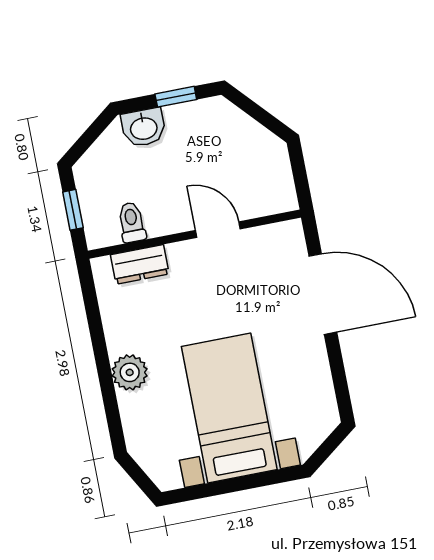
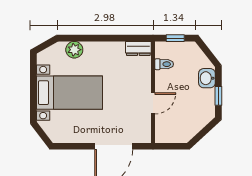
dresser: (140, 264) -> (138, 48), moved, turned -90
plant: (130, 372) -> (74, 50), moved

